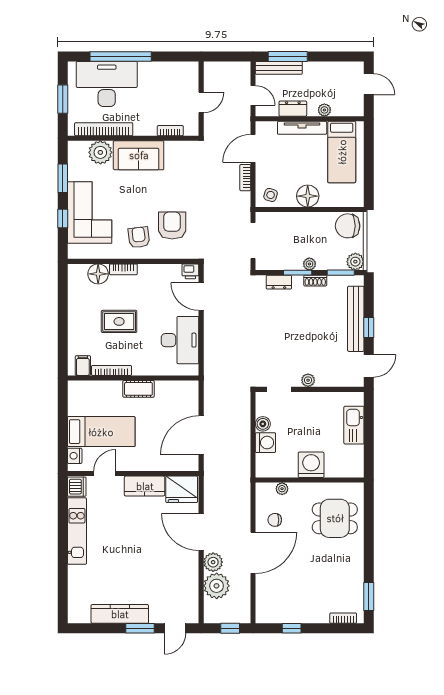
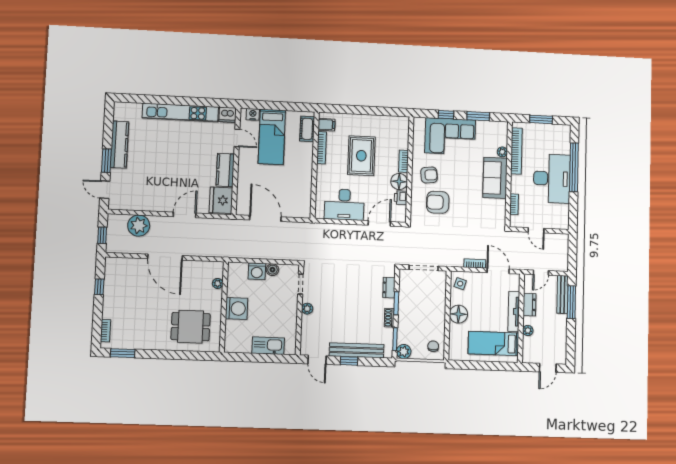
desk: (107, 84) -> (552, 178), moved
plant: (100, 152) -> (502, 152), width x0.53, depth x0.53
armchair: (172, 226) -> (438, 202), turned 180
chair: (348, 226) -> (433, 346), width x0.54, depth x0.54
plant: (309, 264) -> (403, 313), removed
printer: (190, 271) -> (401, 198), moved
floor lamp: (98, 274) -> (399, 182), moved
rug: (119, 321) -> (361, 156), width x1.36, depth x1.43
cot: (138, 389) -> (307, 129), moved
dining table: (335, 518) -> (191, 327), turned 90
chair: (275, 520) -> (192, 276), removed
kitchen unit: (77, 531) -> (180, 112), width x1.36
door: (201, 532) -> (185, 215), width x0.73
plant: (213, 562) -> (159, 224), removed

